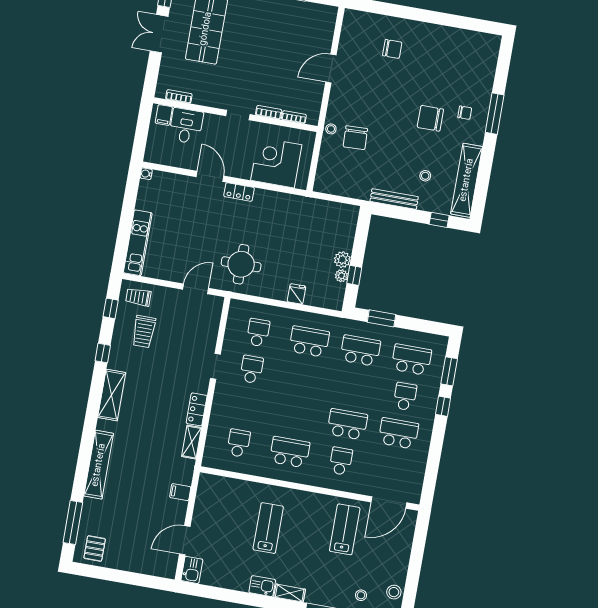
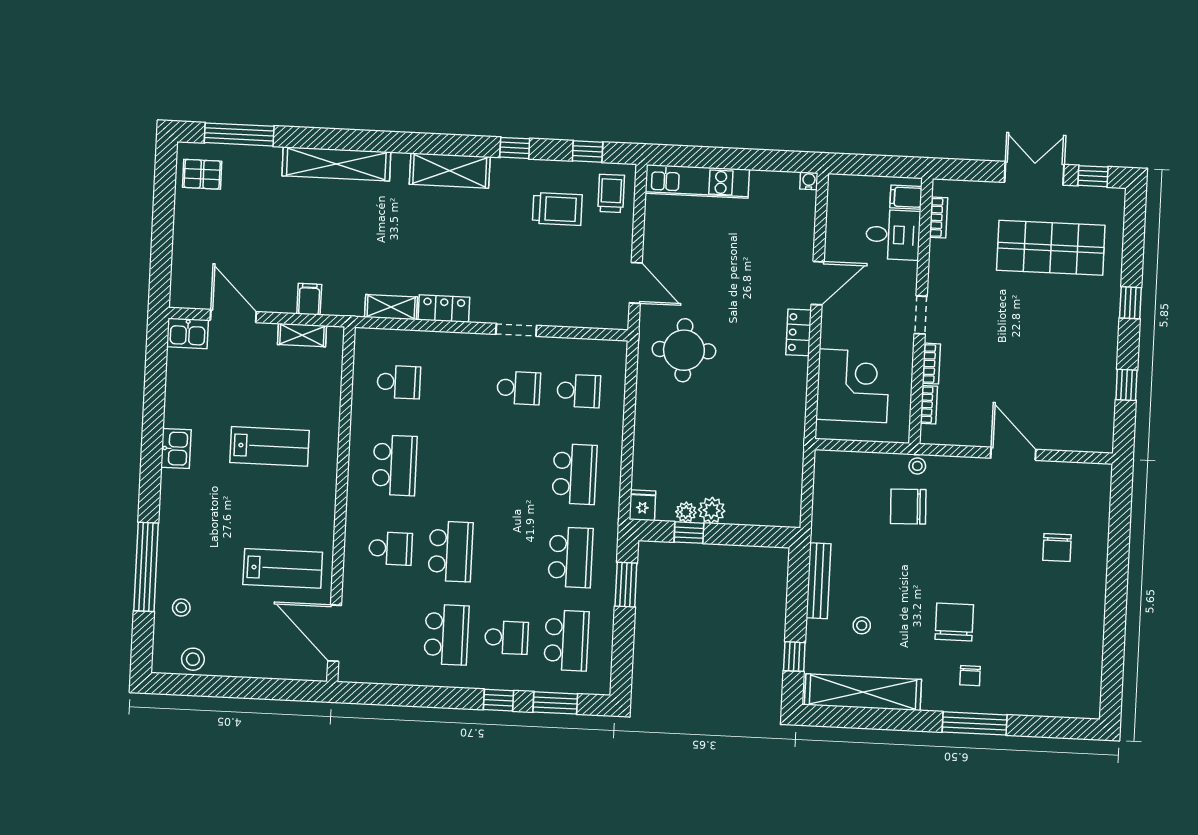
fridge: (296, 294) -> (642, 505), moved, turned -90
trolley: (144, 332) -> (557, 209), turned 180
shelving: (290, 593) -> (302, 335), moved, turned 90

